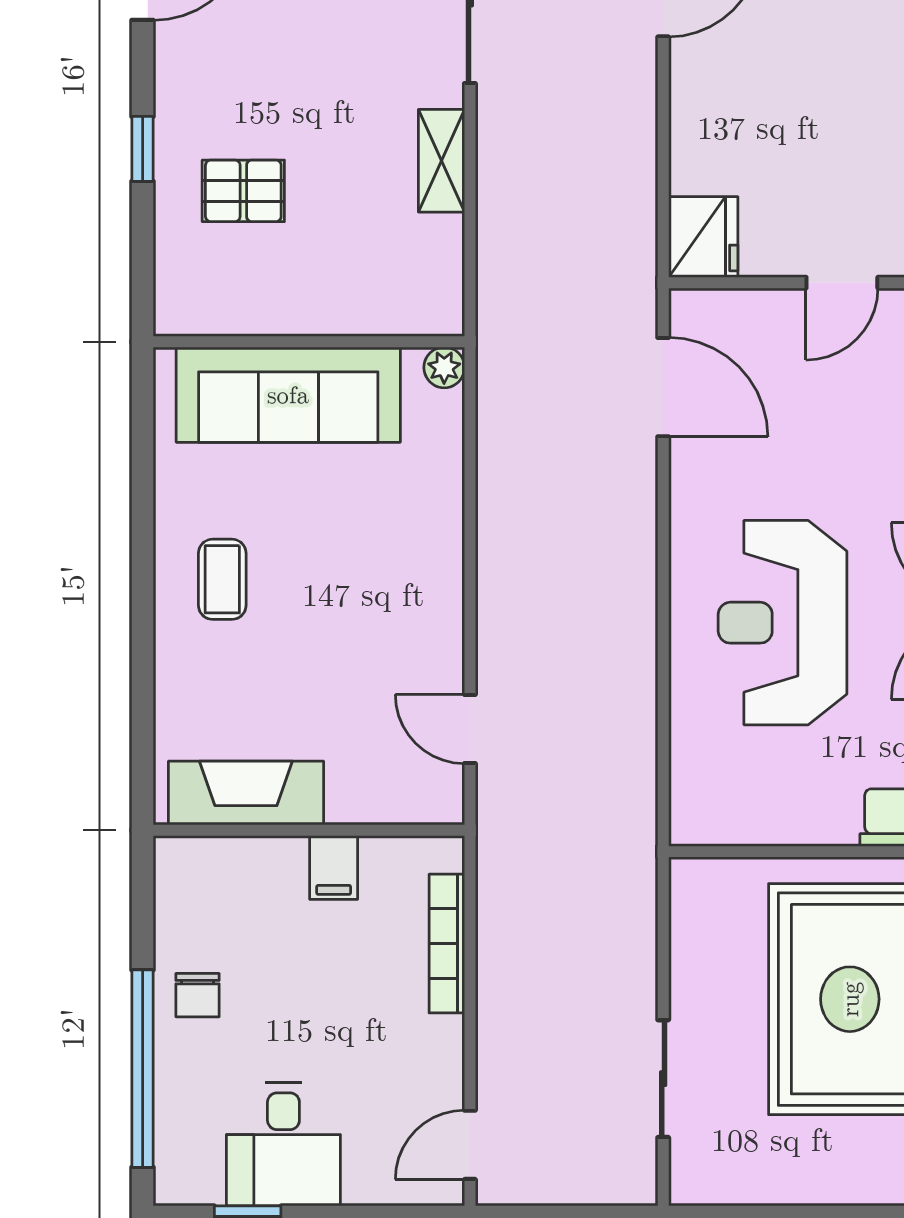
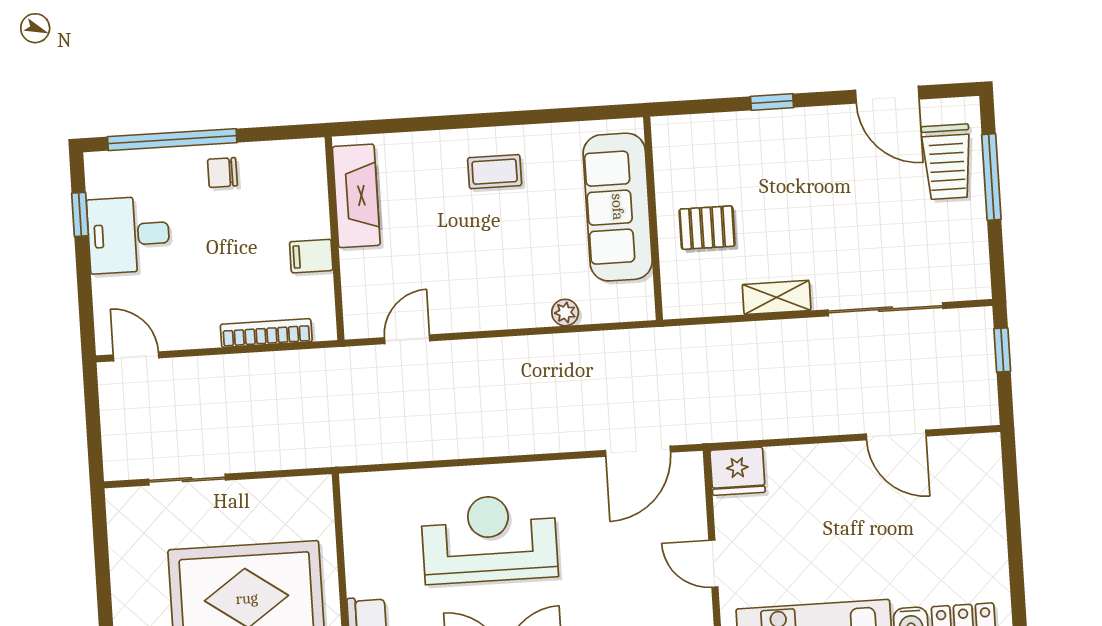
pallet: (243, 191) -> (707, 228), moved, turned 90
plant: (444, 367) -> (565, 313), moved

